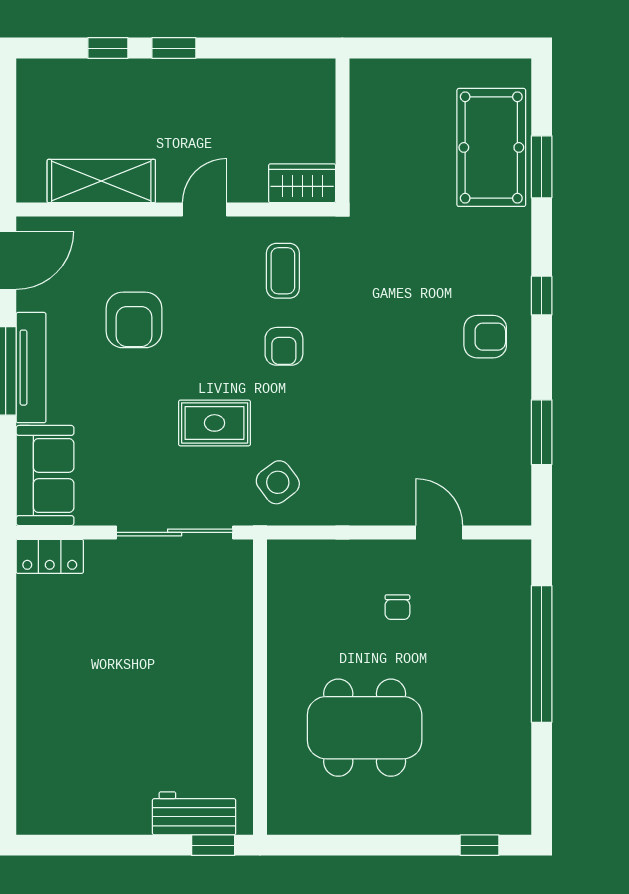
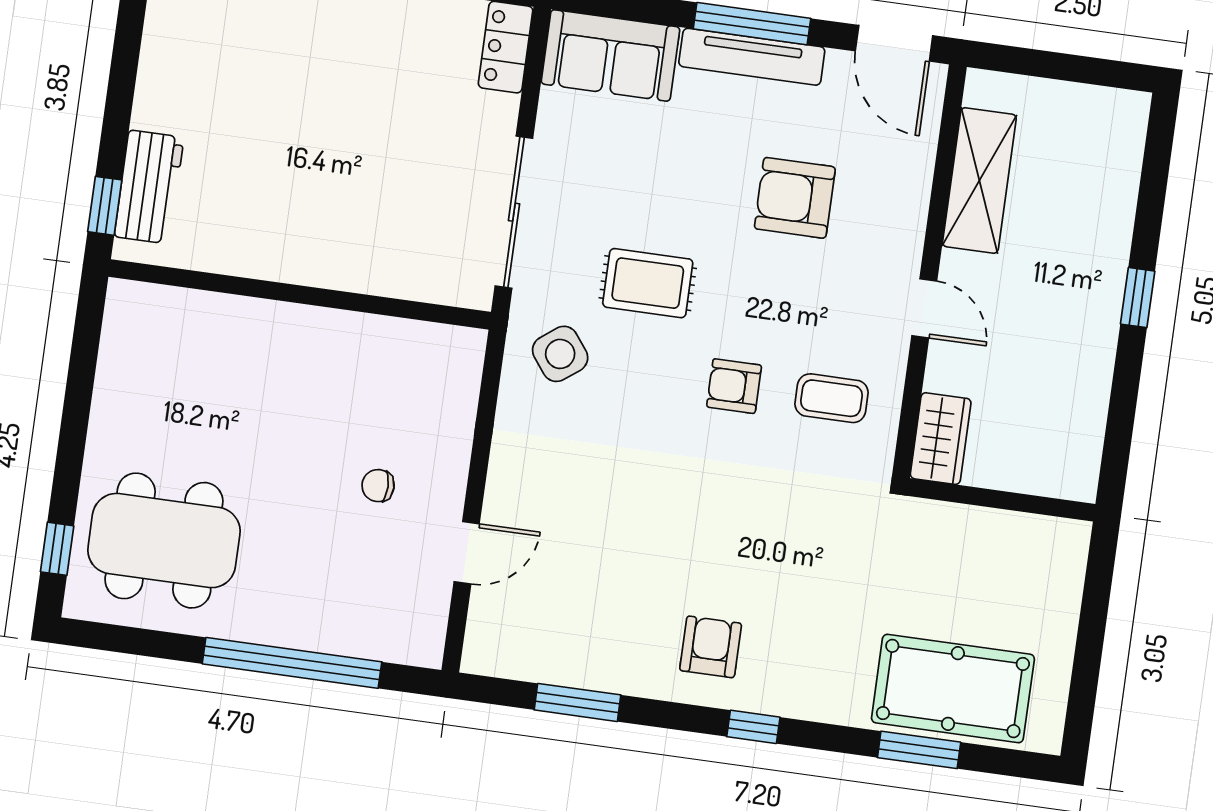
window: (108, 48) -> (1149, 213), removed
armchair: (485, 337) -> (711, 647), turned 180
rug: (215, 423) -> (648, 283), turned 90
dining table: (365, 728) -> (164, 541), moved, turned 90

